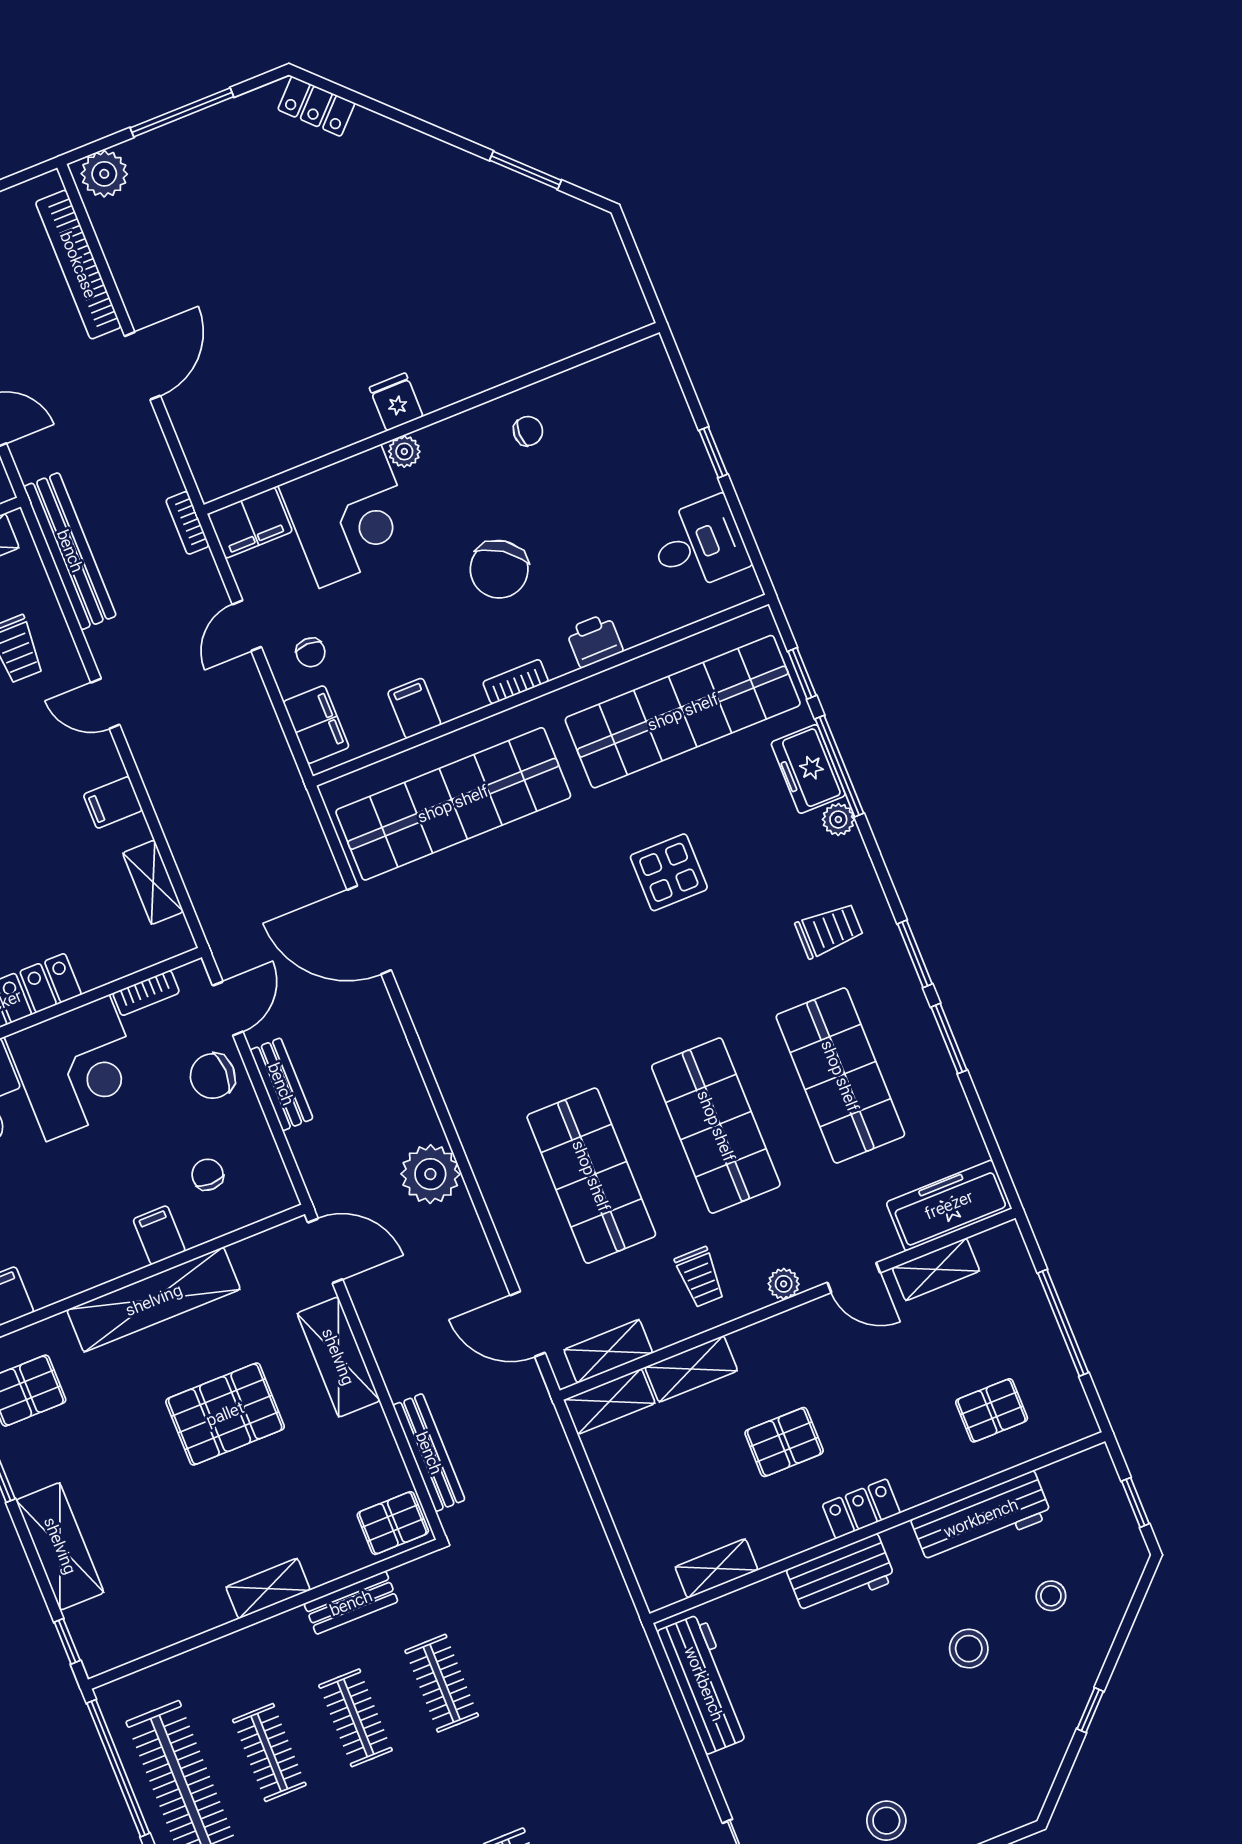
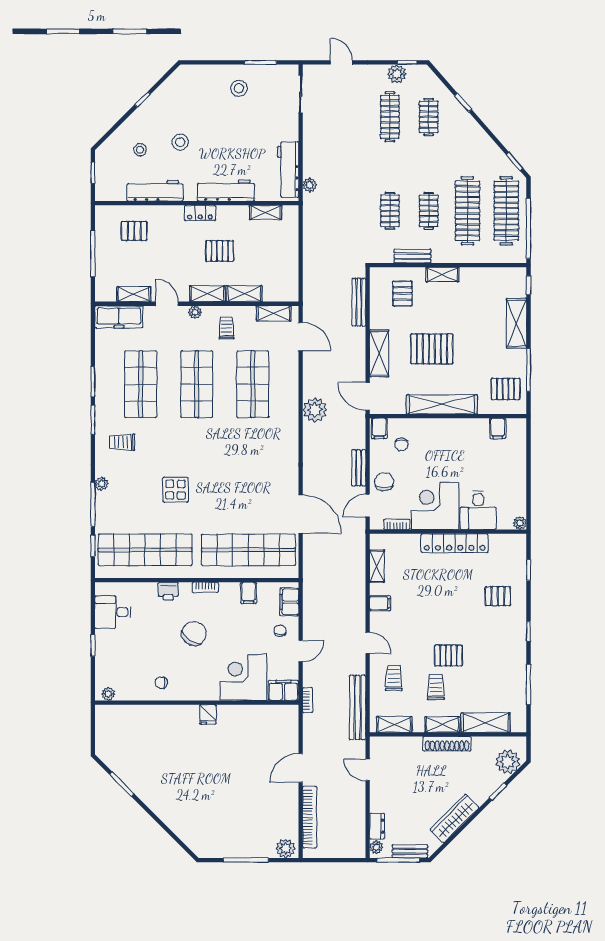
locker: (316, 106) -> (193, 841), removed
plant: (404, 452) -> (108, 694), moved
freezer: (808, 769) -> (105, 508), removed
chair: (213, 1076) -> (384, 482), turned -90
filing cabinet: (159, 1235) -> (379, 428), moved
shelving: (609, 1402) -> (207, 294), moved
pallet: (393, 1523) -> (402, 294), moved, turned 90
workbench: (841, 1575) -> (226, 191), width x1.38
plant: (643, 1669) -> (310, 185), added
clothes rail: (269, 1752) -> (467, 211), width x1.86, depth x1.31

